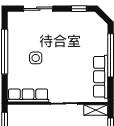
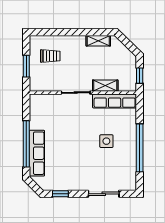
row of seats: (101, 77) -> (37, 153), moved
shelving: (96, 110) -> (105, 86), moved

